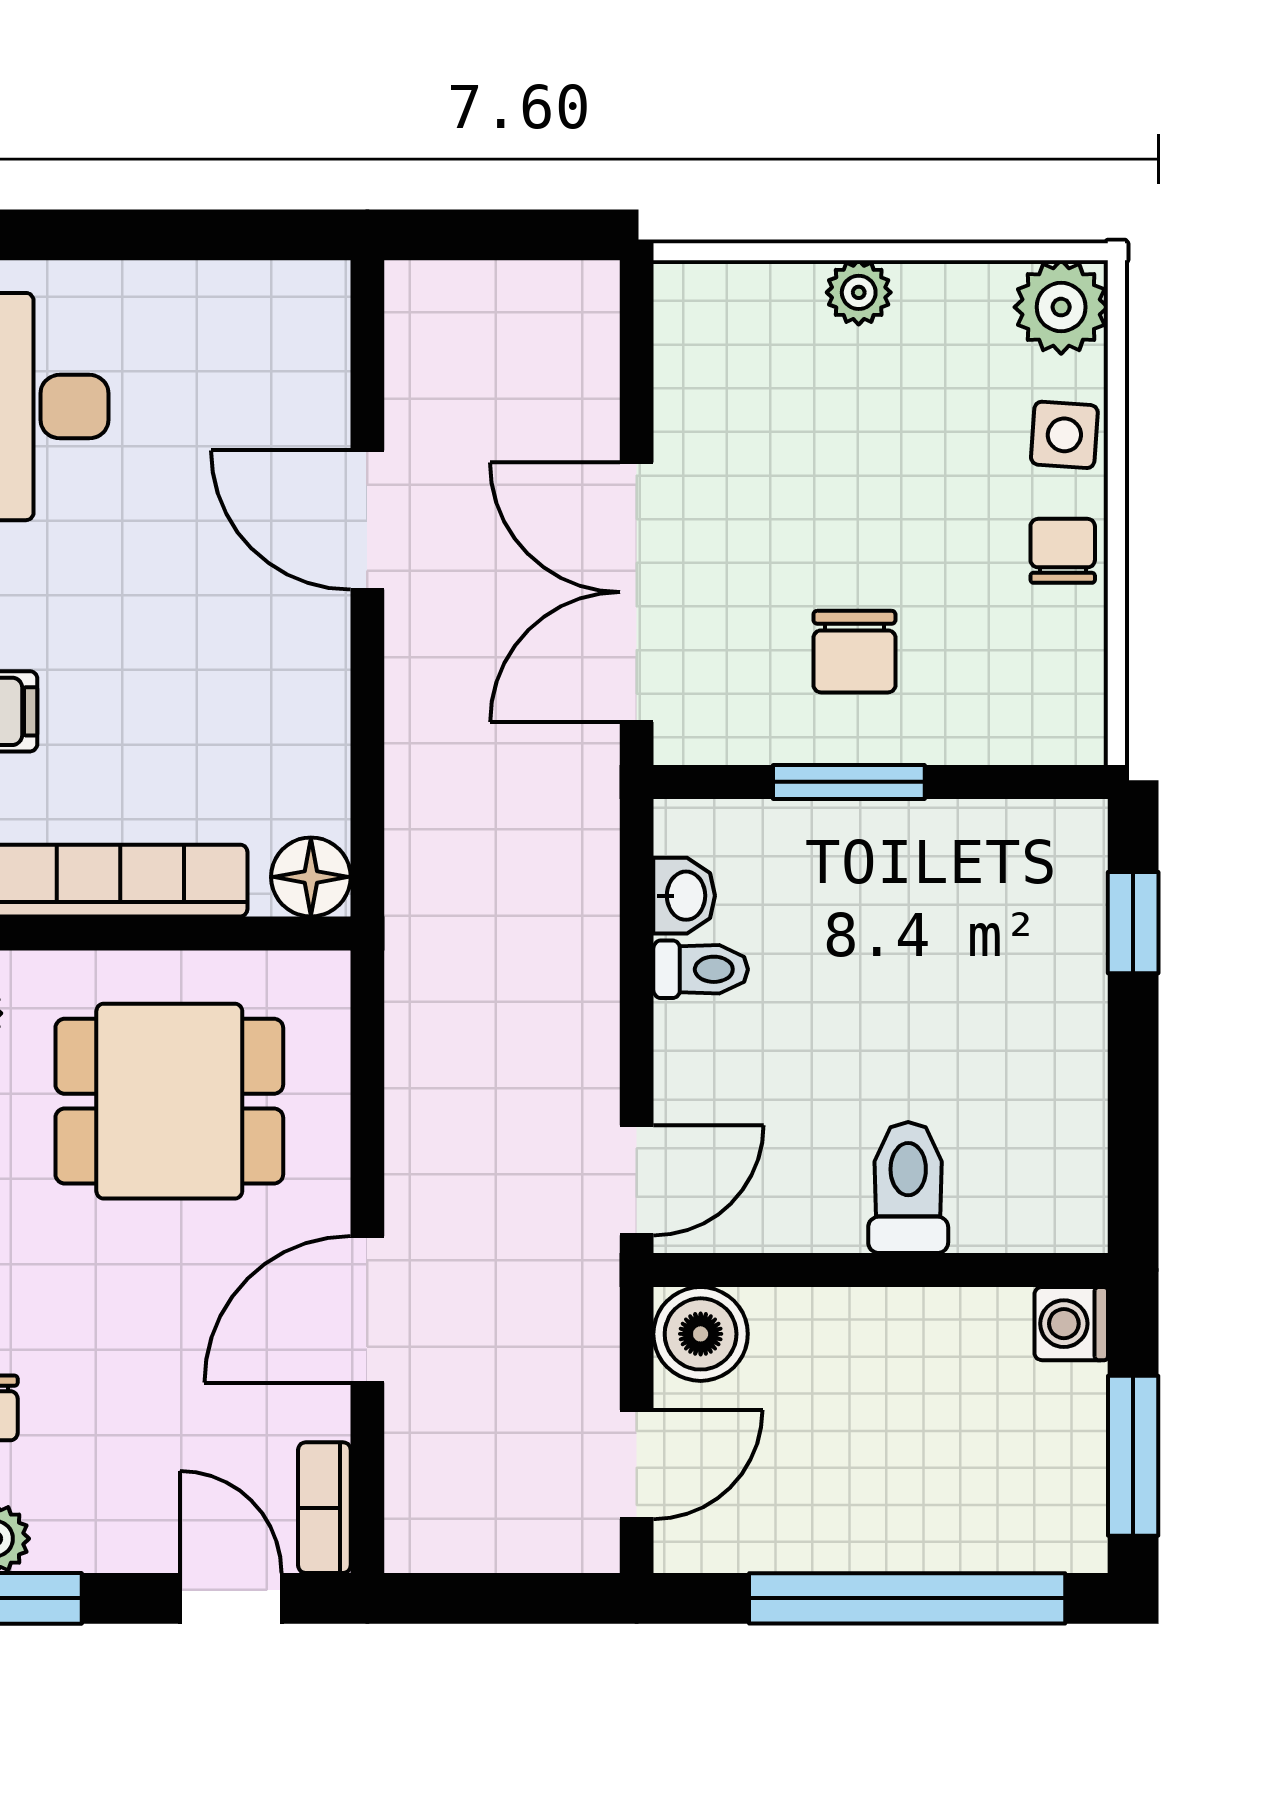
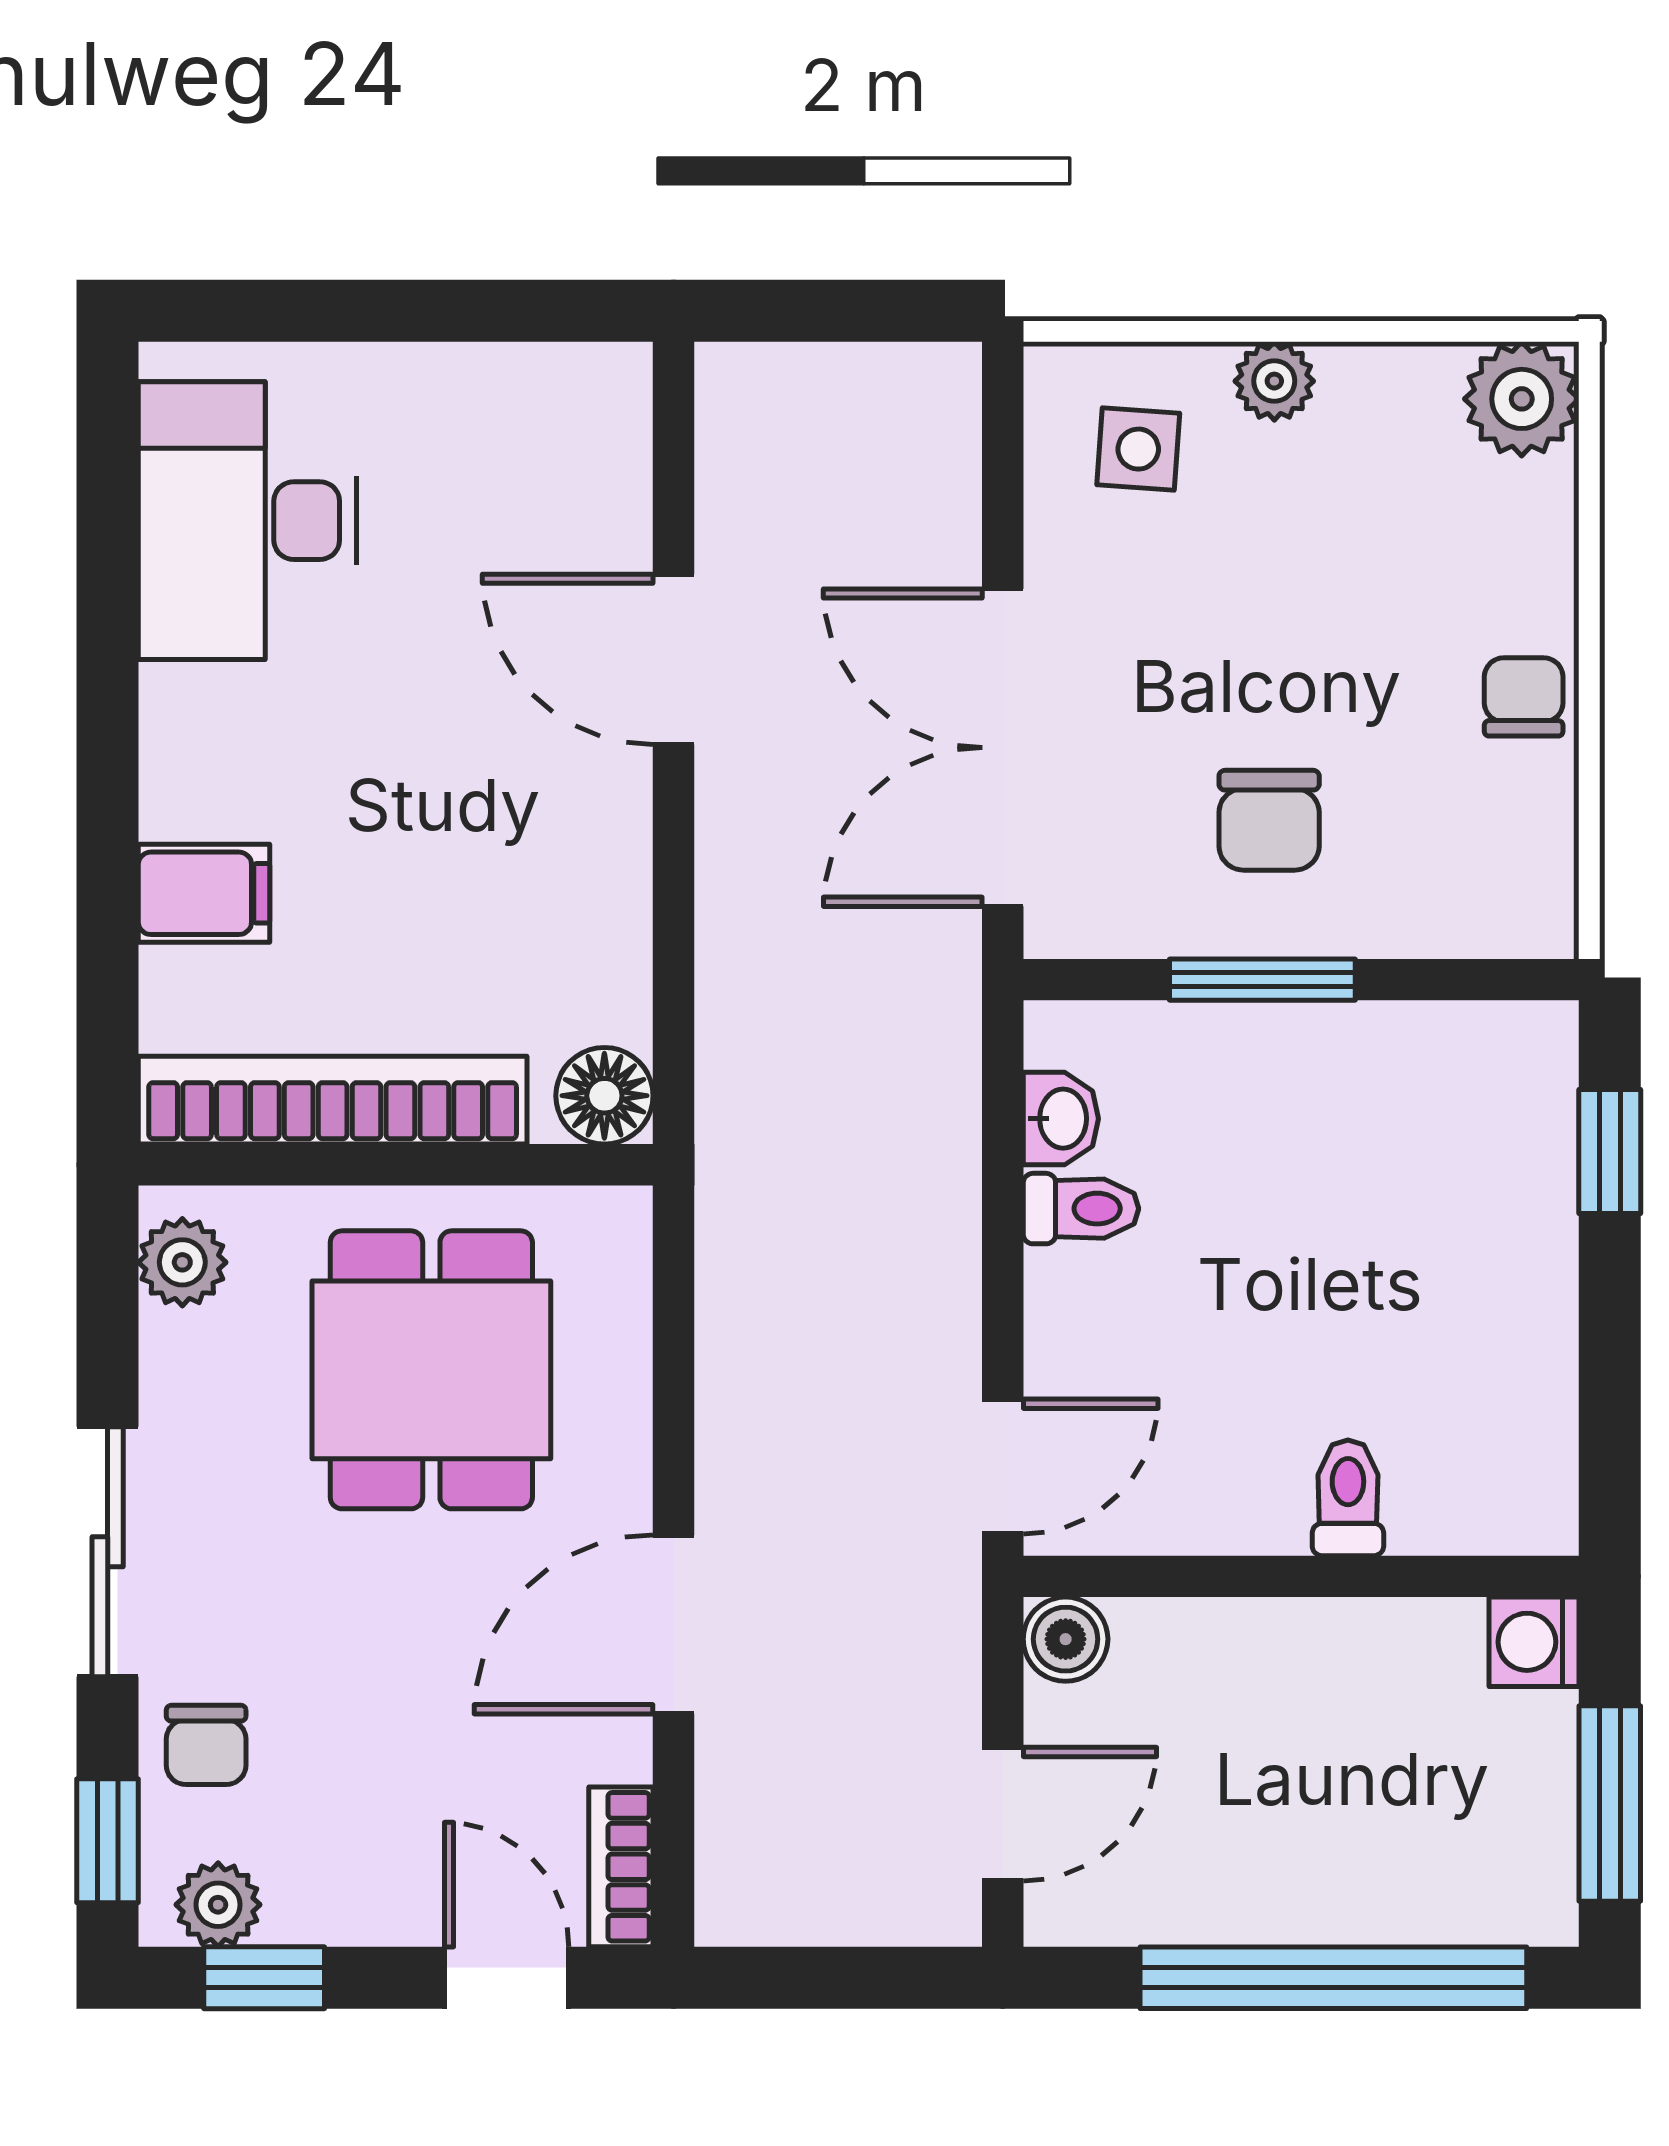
side table: (1064, 435) -> (1138, 449), moved
dining table: (169, 1101) -> (431, 1370), turned 90
toilet: (908, 1188) -> (1348, 1498), width x0.73, depth x0.72
boiler: (701, 1334) -> (1066, 1639), width x0.73, depth x0.73

